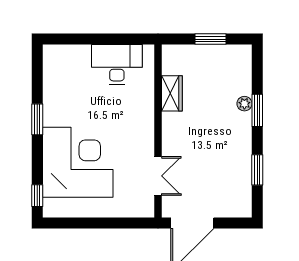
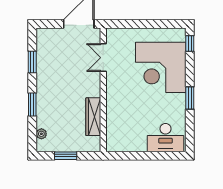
desk: (117, 64) -> (166, 138), moved
wardrobe: (172, 93) -> (93, 117), width x1.50
plant: (244, 104) -> (41, 134), moved

